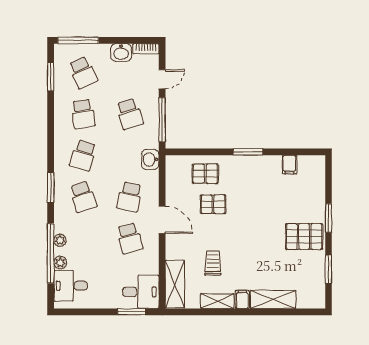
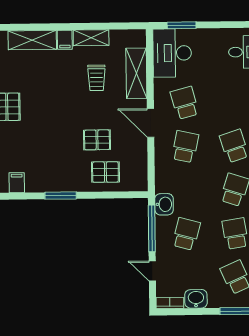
door: (162, 79) -> (152, 271), hinge flipped
school desk: (130, 114) -> (186, 234), turned 33
washbasin: (150, 159) -> (164, 204), moved
shelving: (175, 284) -> (136, 73), moved
desk: (141, 292) -> (172, 53), width x1.37

